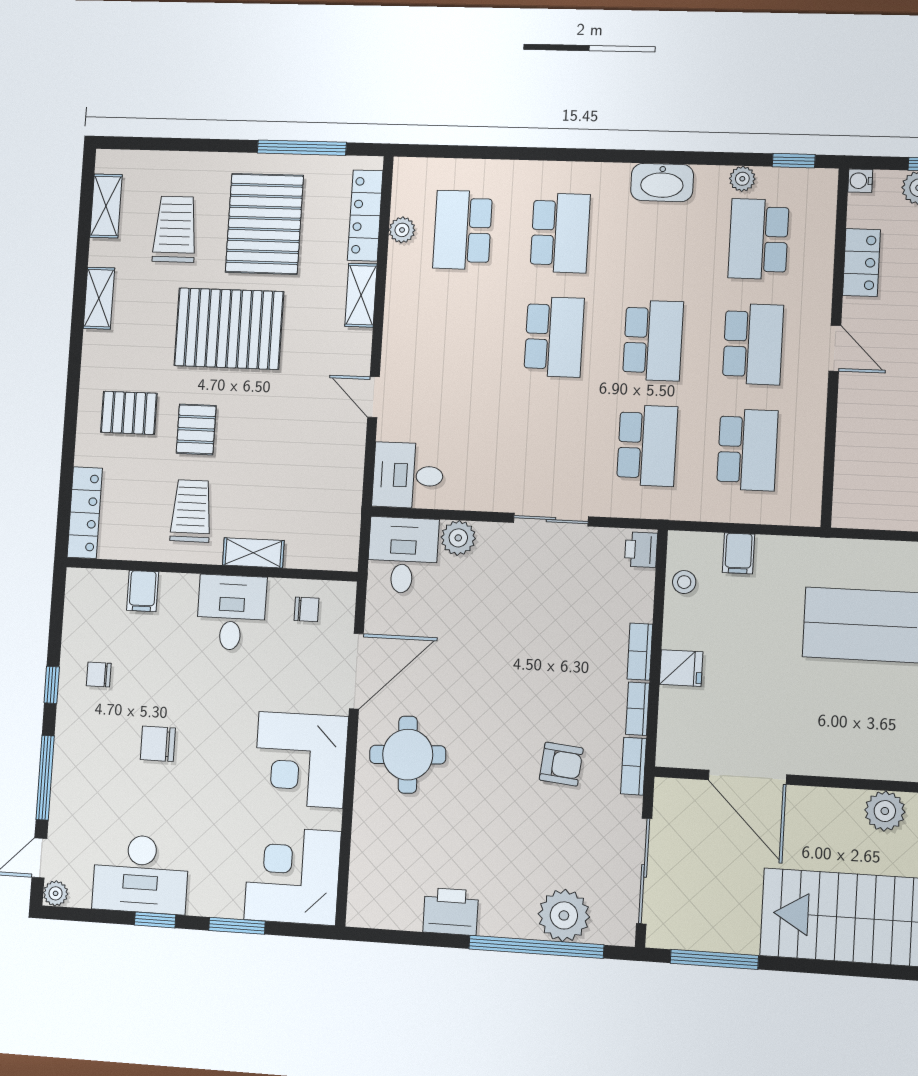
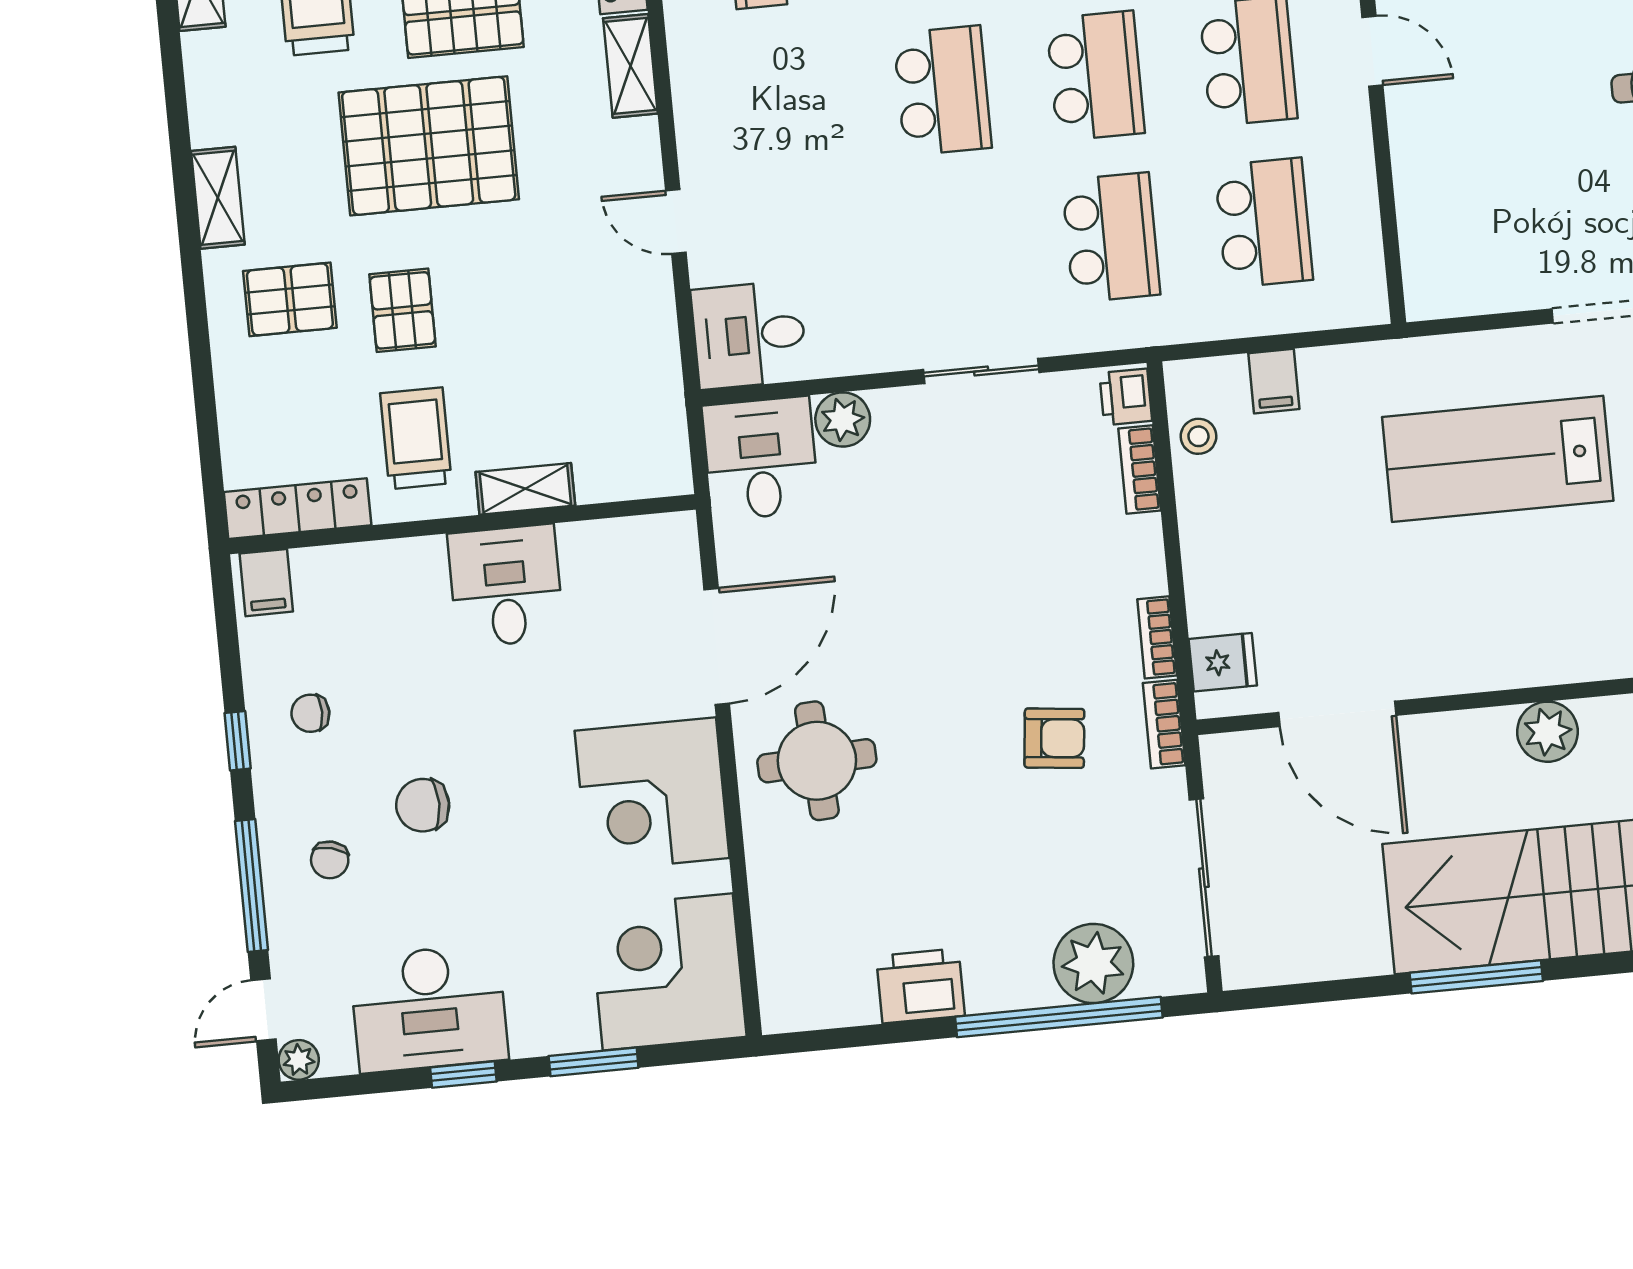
shelving: (99, 298) -> (218, 198), moved
locker: (85, 513) -> (298, 509), moved, turned -90
filing cabinet: (143, 591) -> (266, 583), moved
chair: (307, 609) -> (330, 860), moved, turned 104
bookcase: (640, 652) -> (1140, 469), moved
fridge: (681, 668) -> (1223, 662), moved
window: (714, 959) -> (1476, 977), moved

